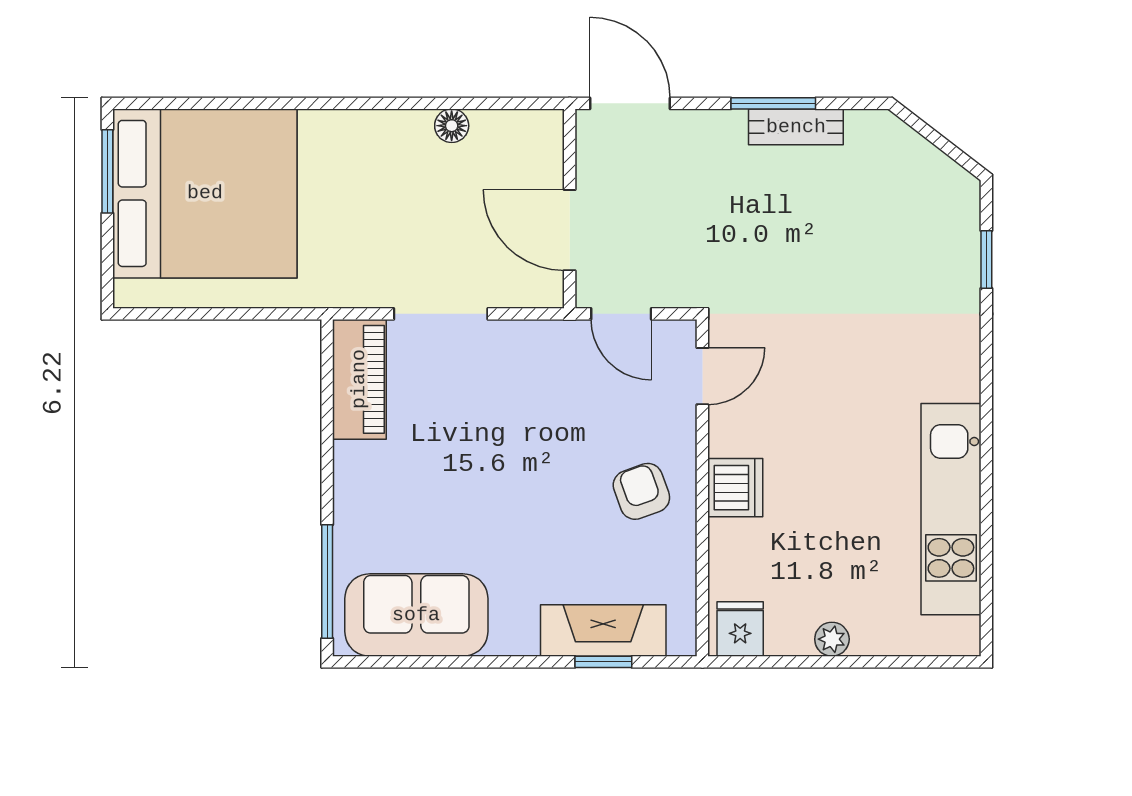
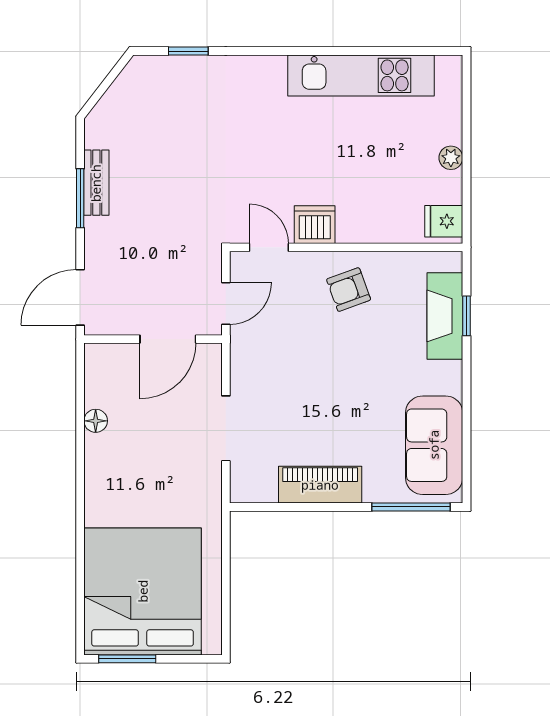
piano: (359, 379) -> (320, 485), moved
dishwasher: (735, 488) -> (315, 225), moved

